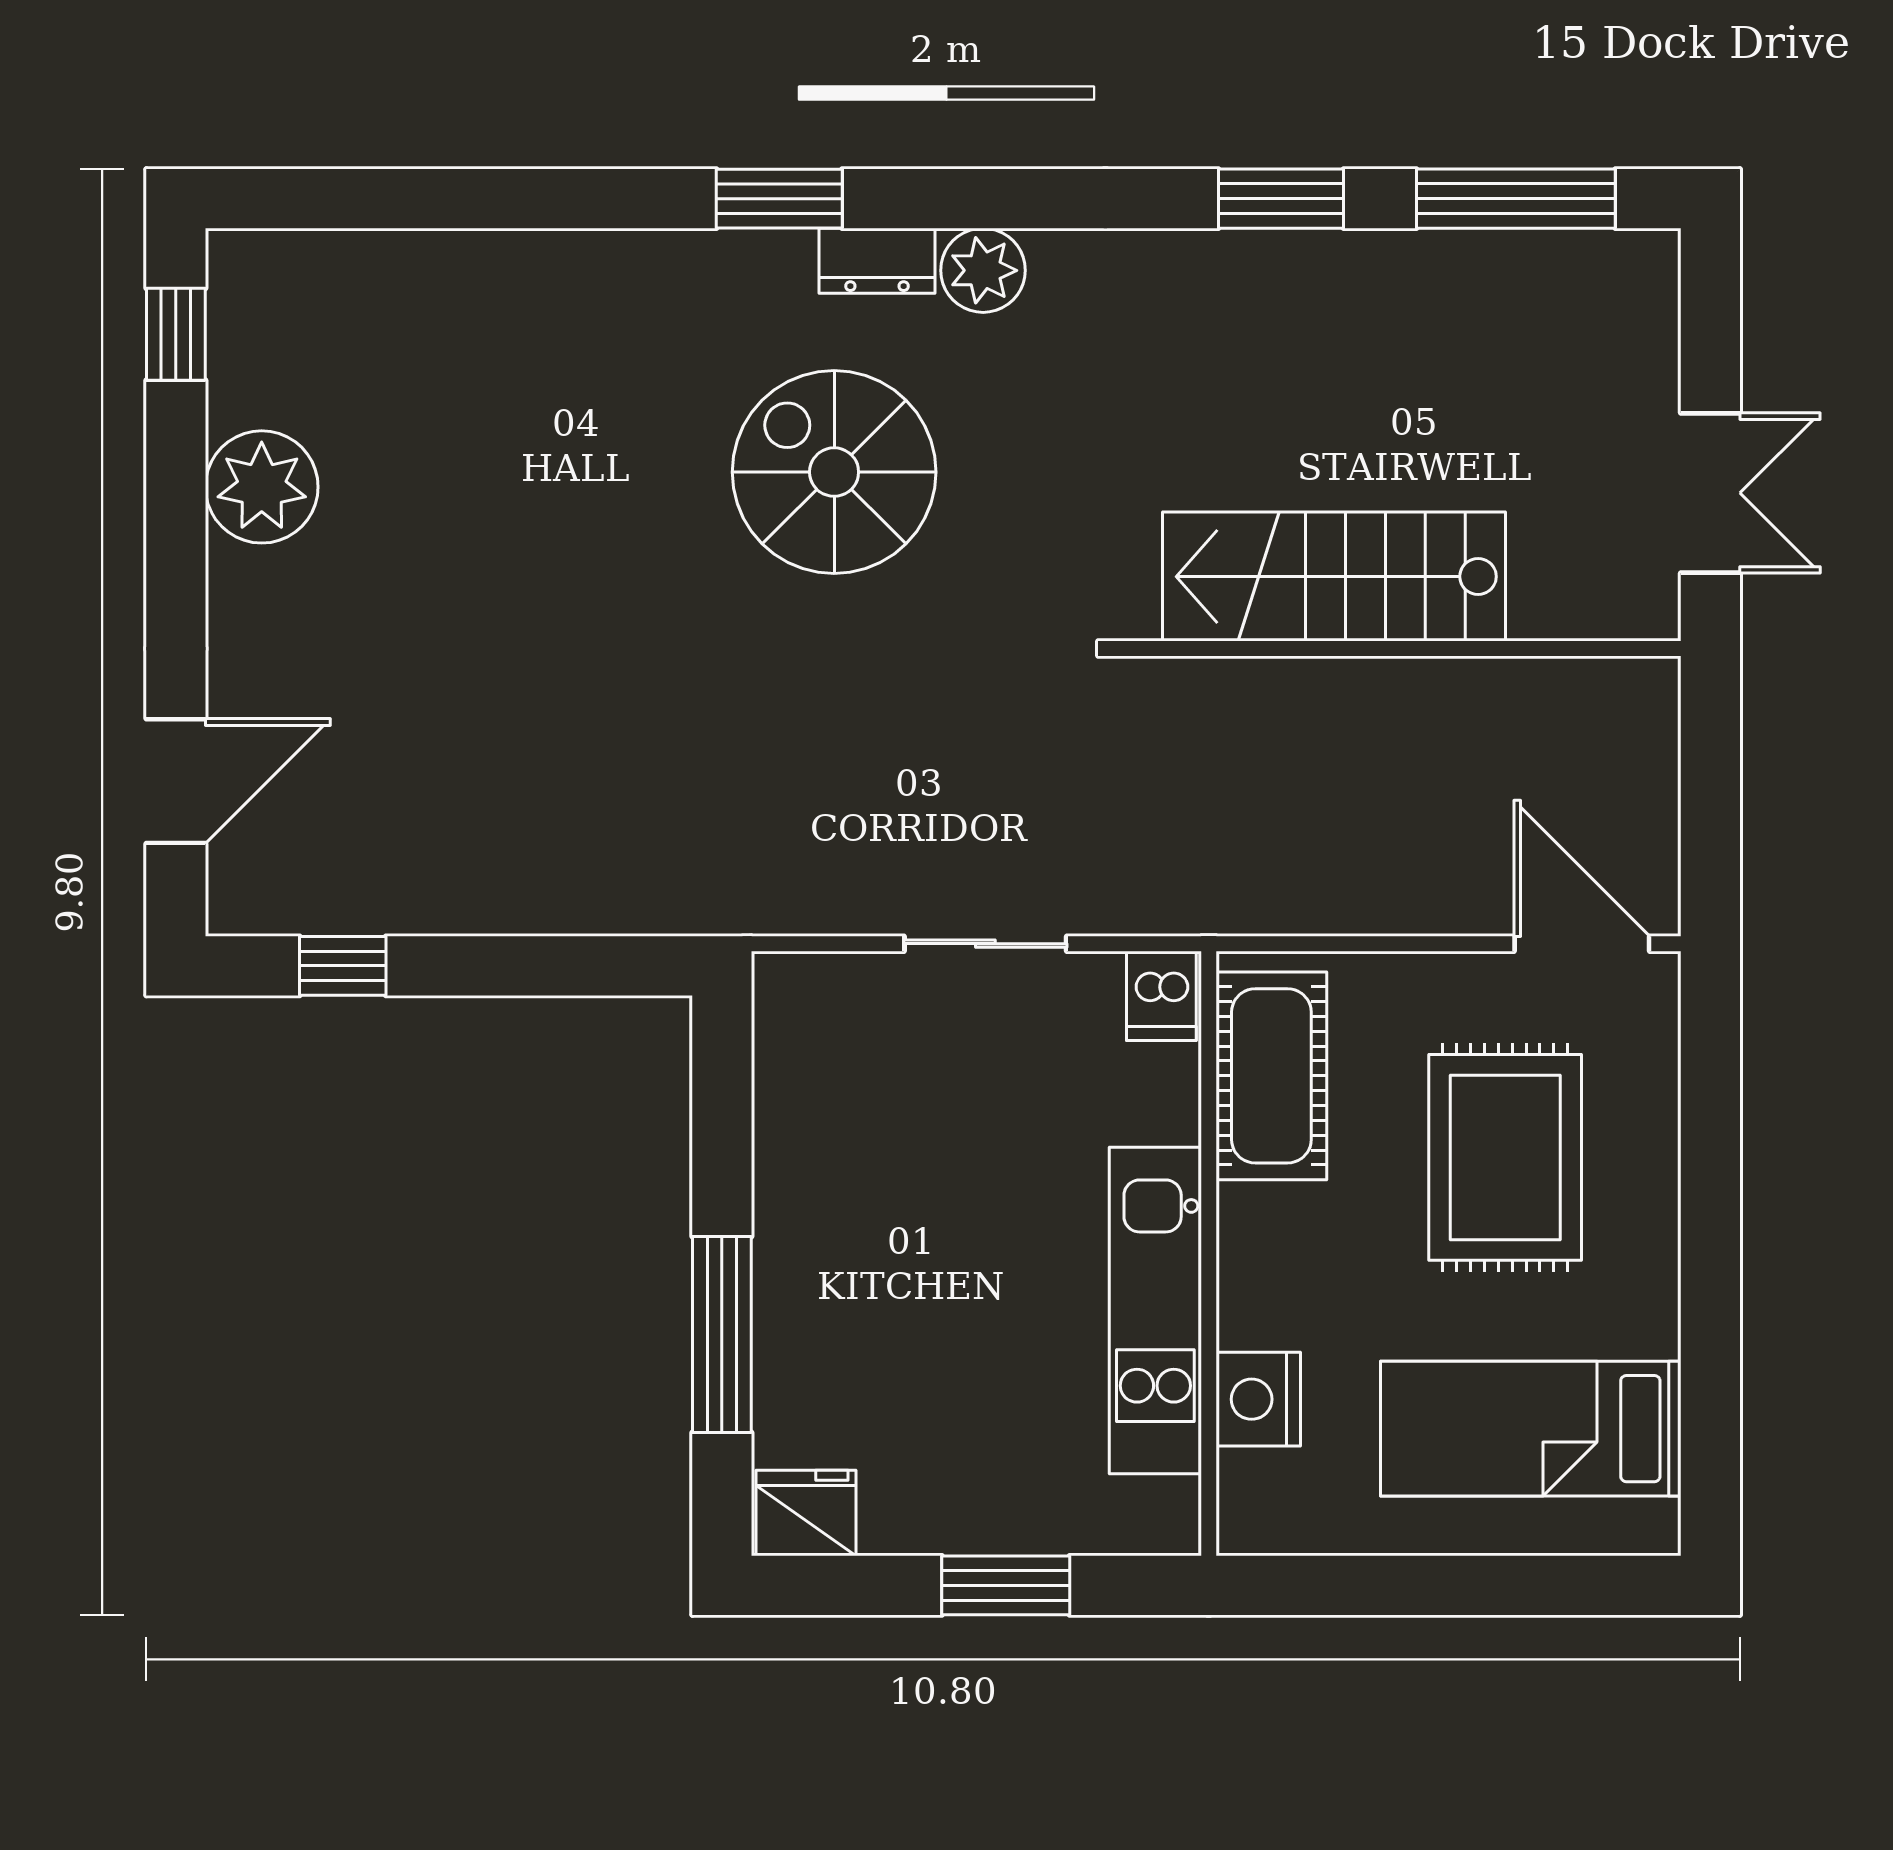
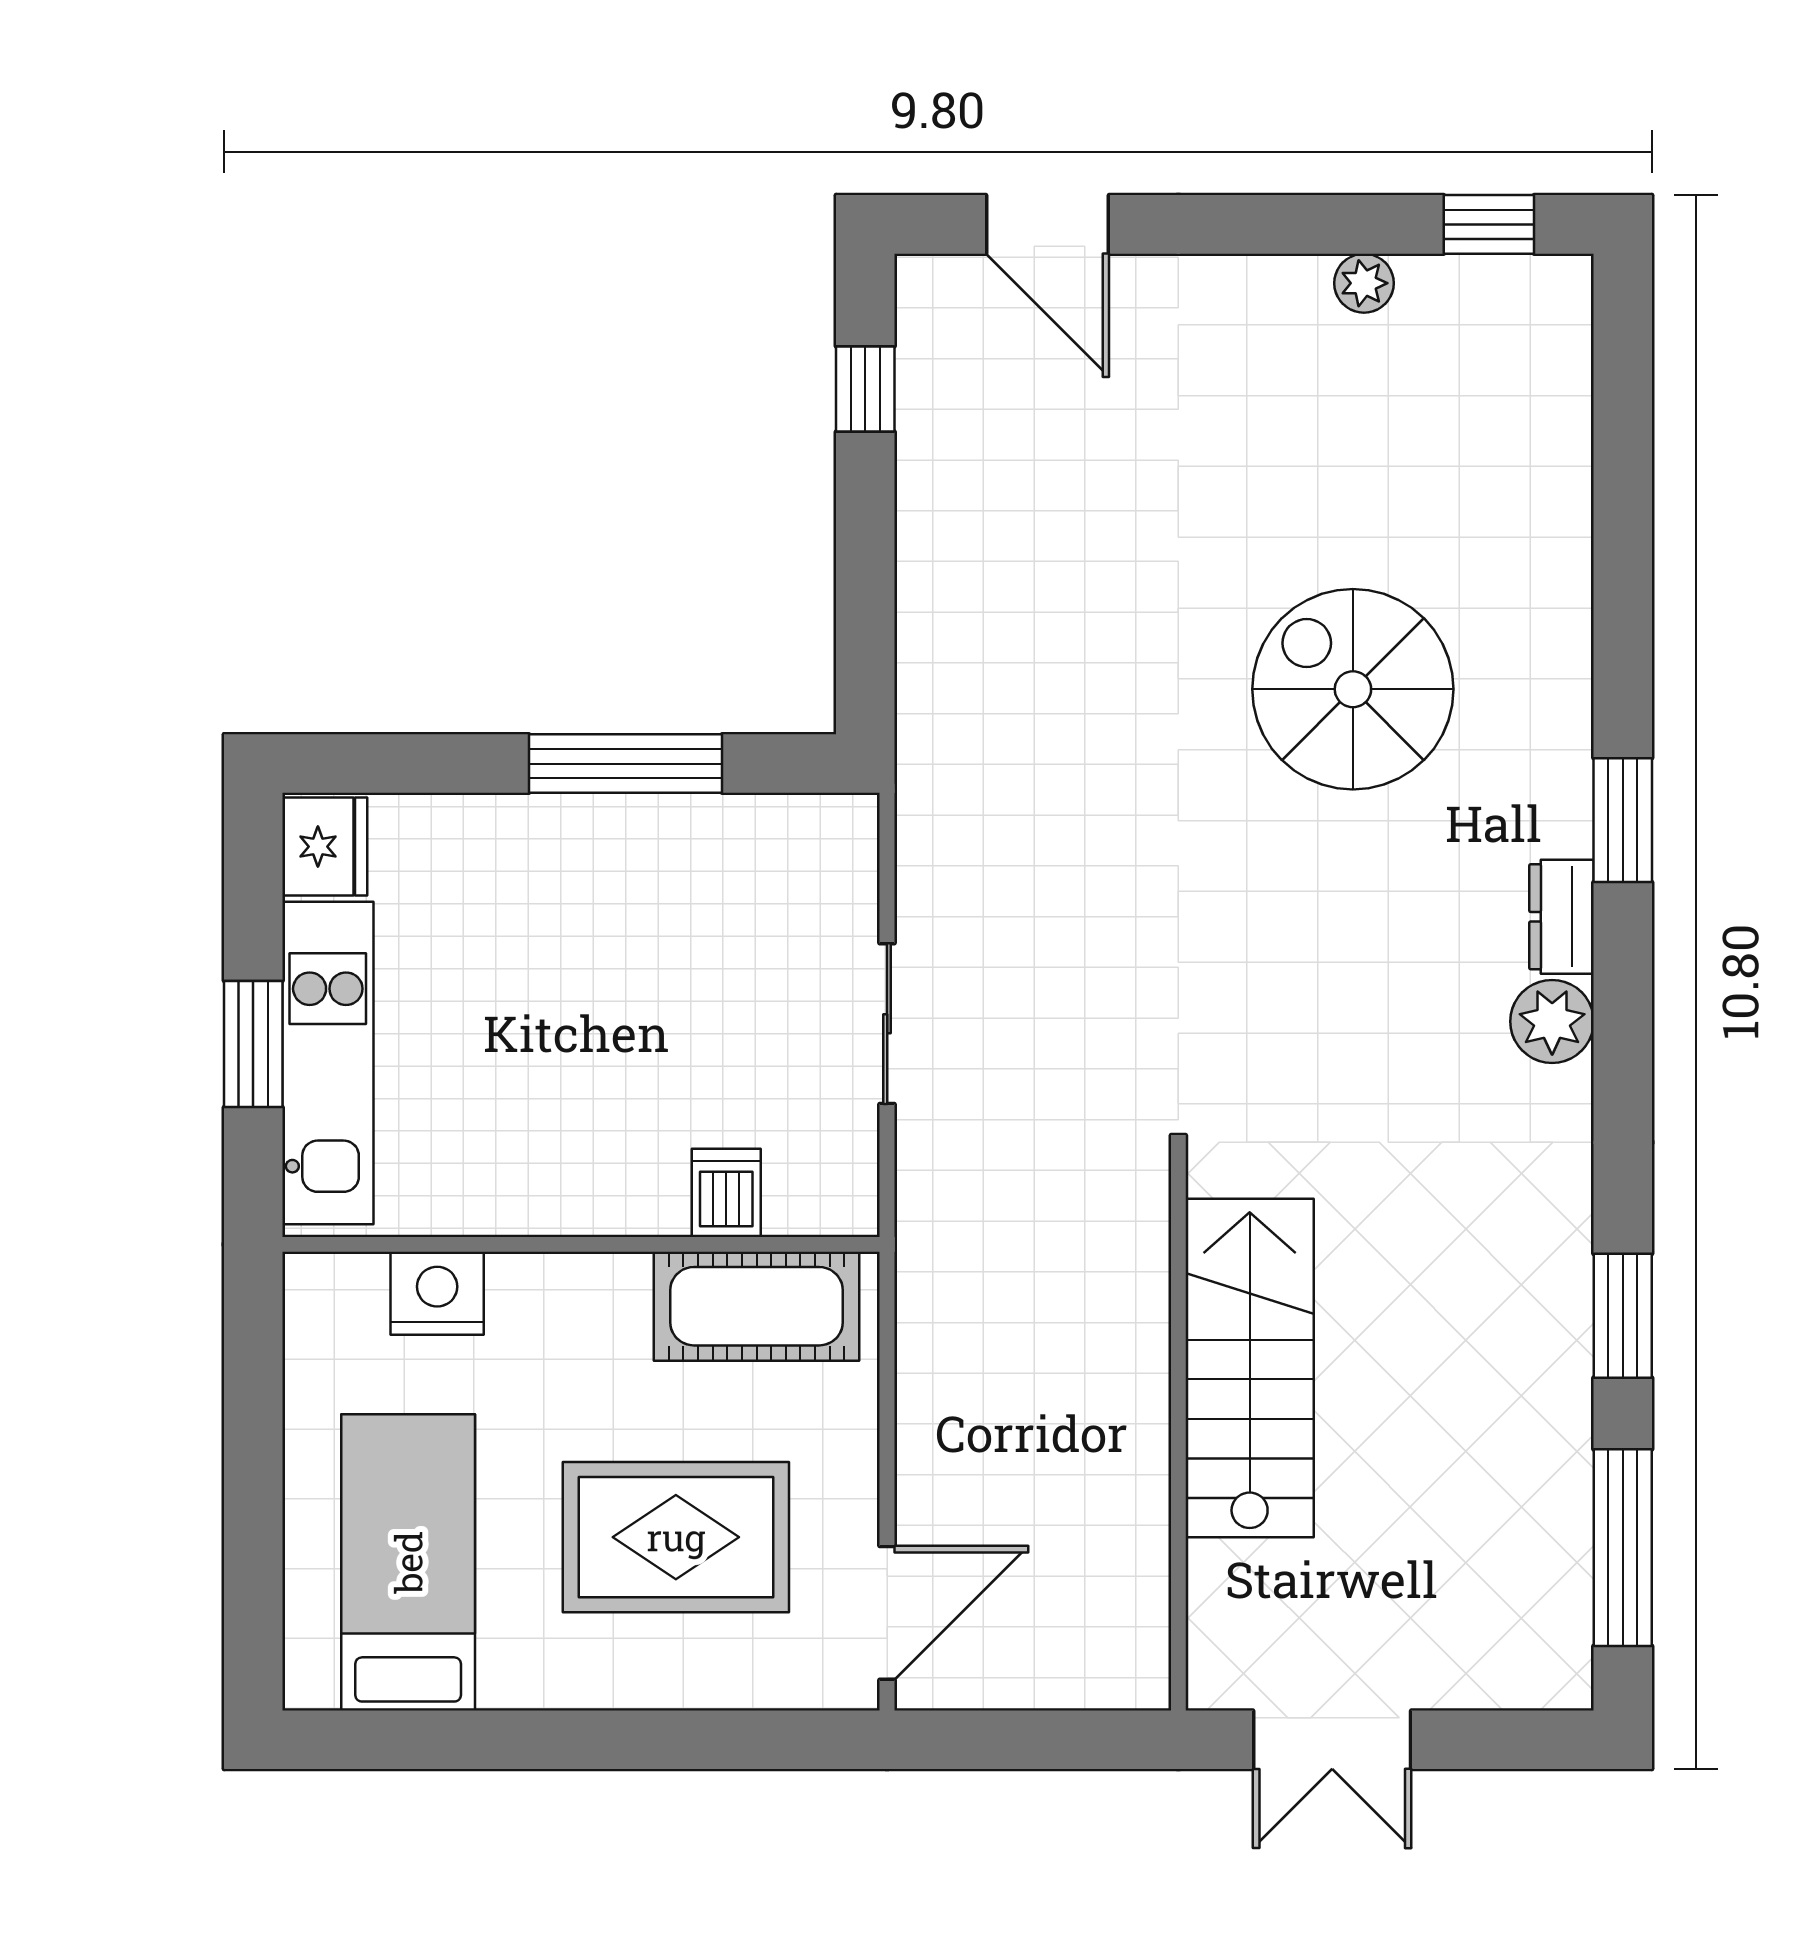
spiral stairs: (834, 472) -> (1353, 689), moved, turned -90
plant: (262, 487) -> (1364, 283), width x0.53, depth x0.53
dishwasher: (1161, 996) -> (726, 1193), moved, turned 90
kitchen unit: (1155, 1310) -> (328, 1063), moved, turned 90
window: (722, 1334) -> (626, 764), moved

